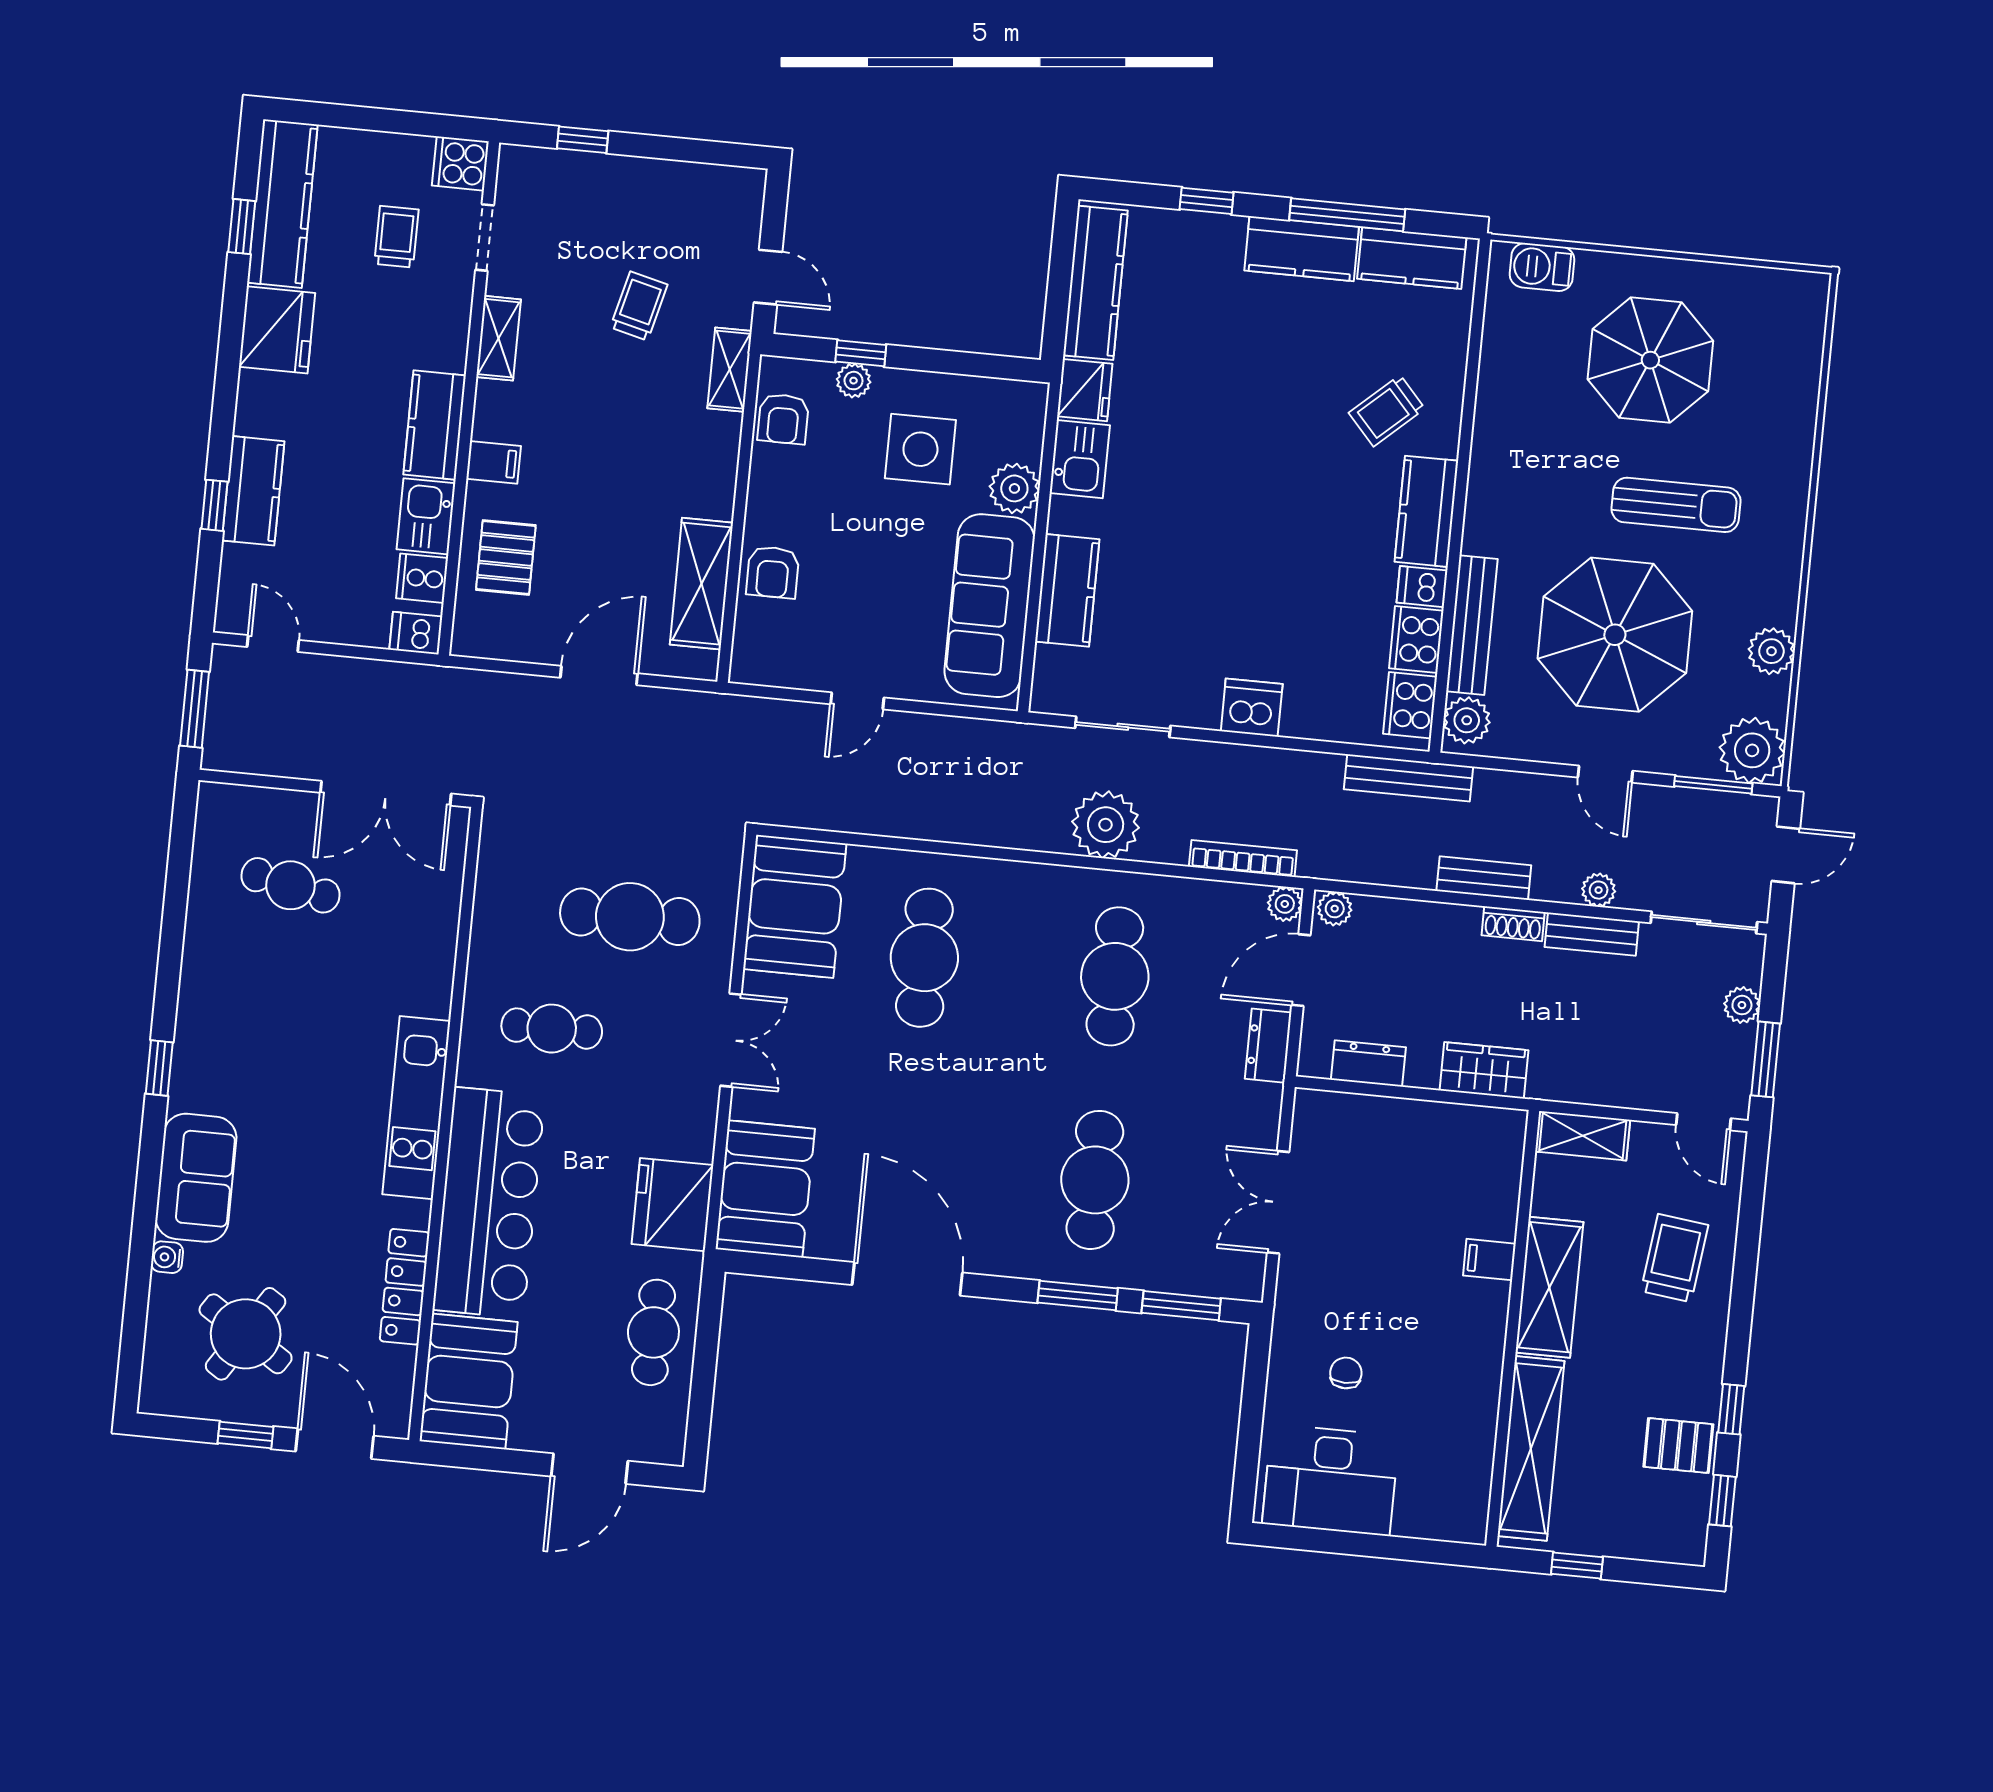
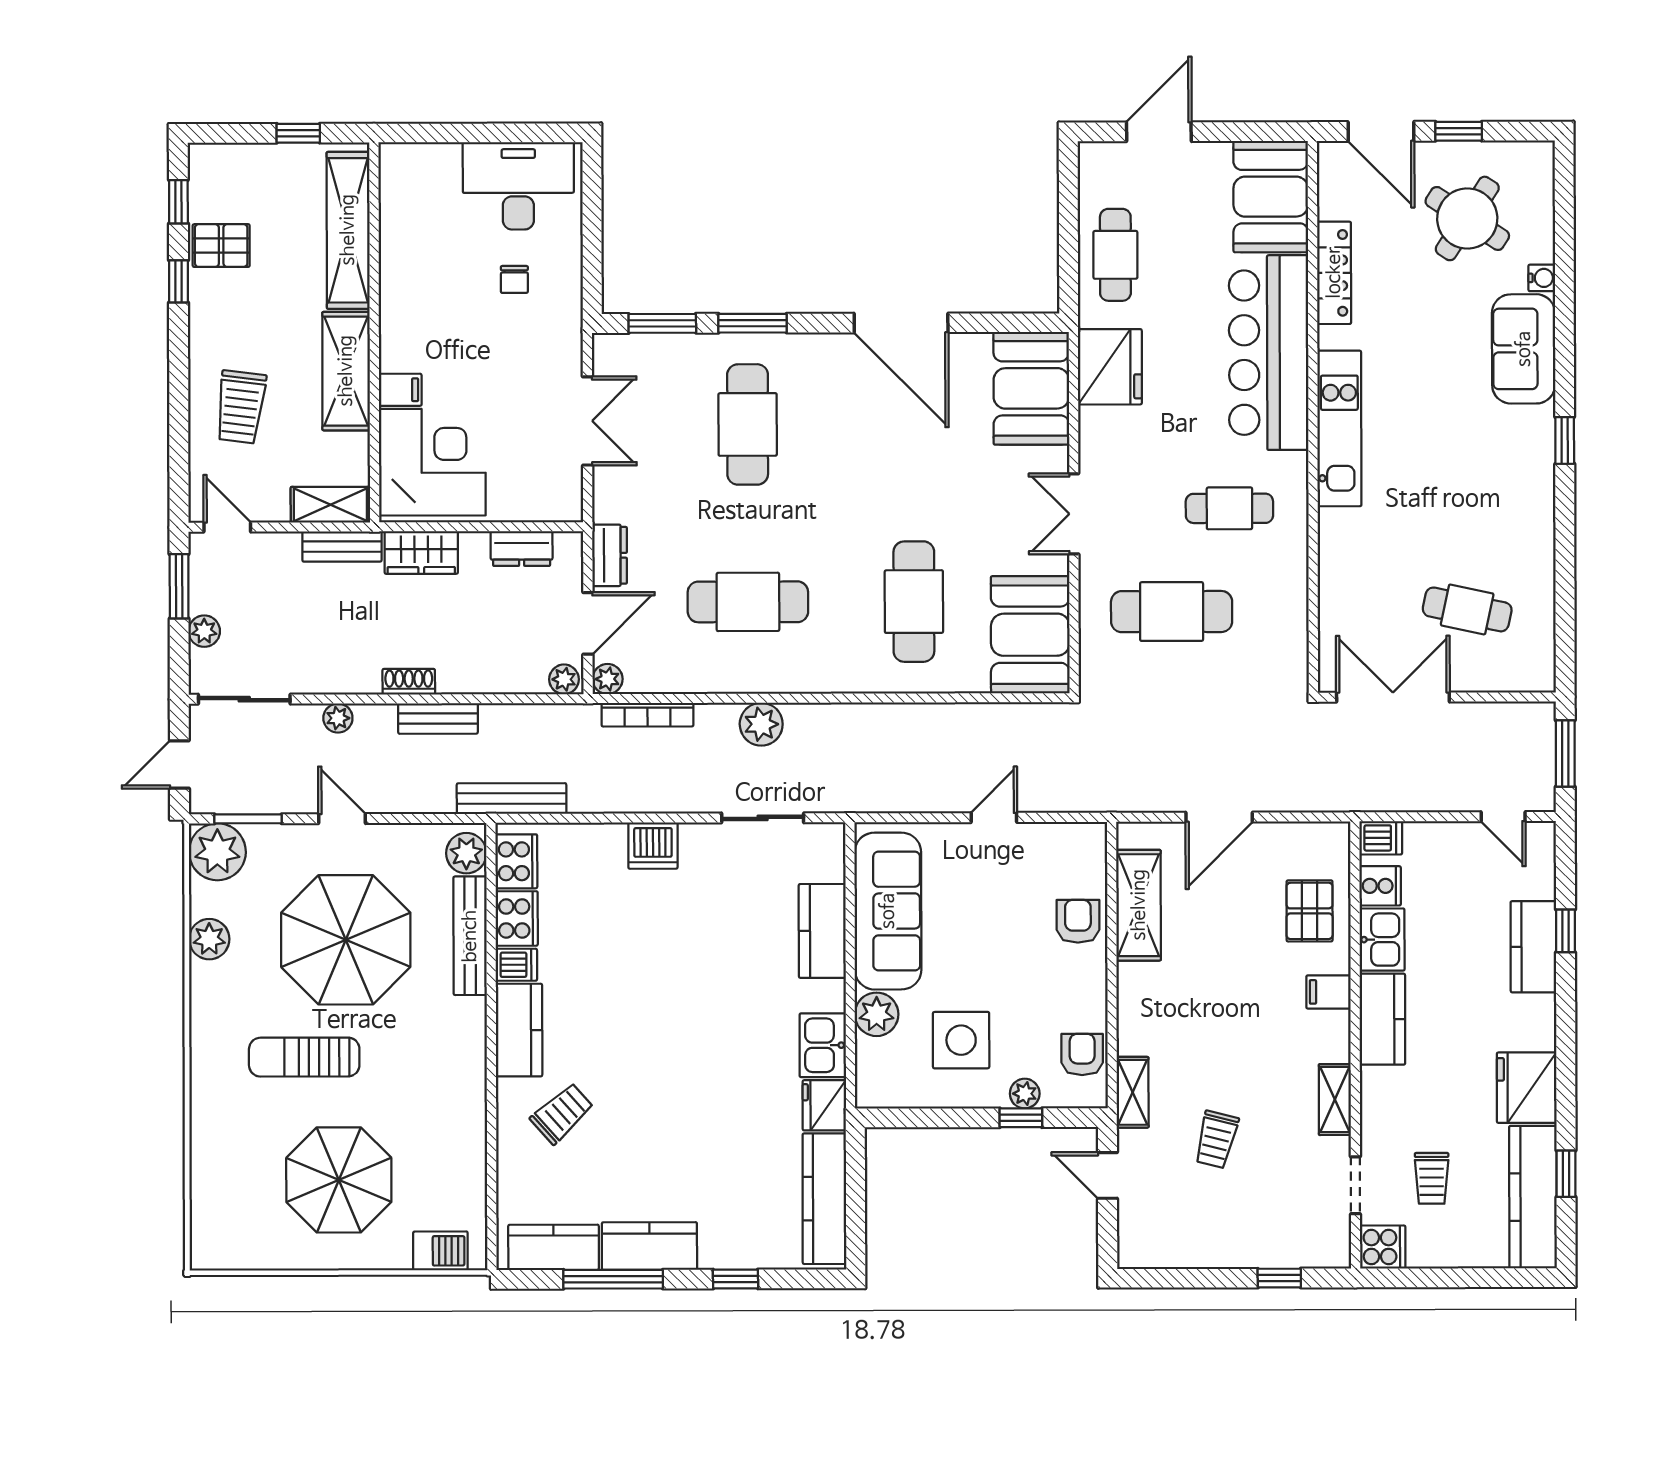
plant: (1106, 825) -> (761, 724), width x0.73, depth x0.73
bench: (1592, 934) -> (342, 547), moved
cafe table: (1115, 976) -> (748, 602), turned 90
corner desk: (1461, 1173) -> (432, 462), added

